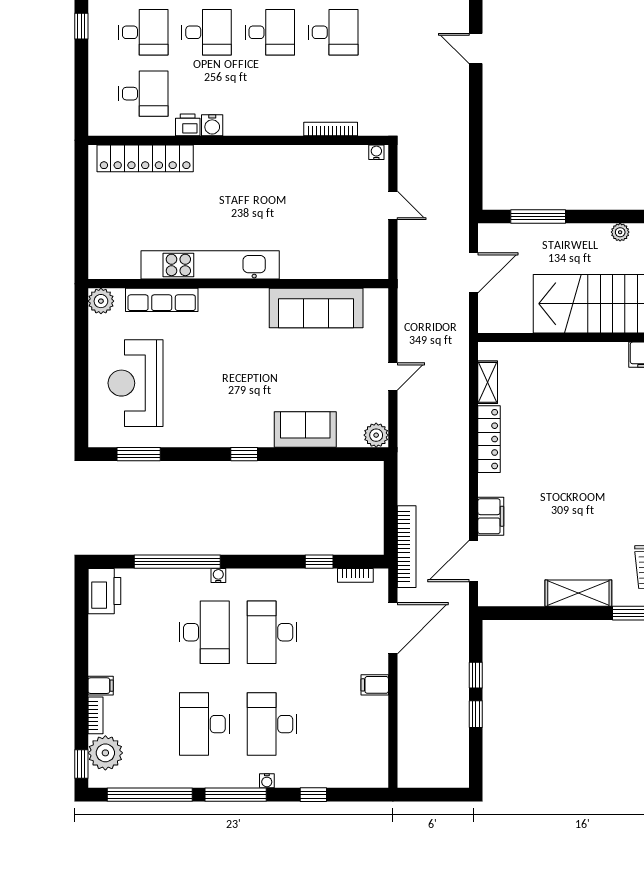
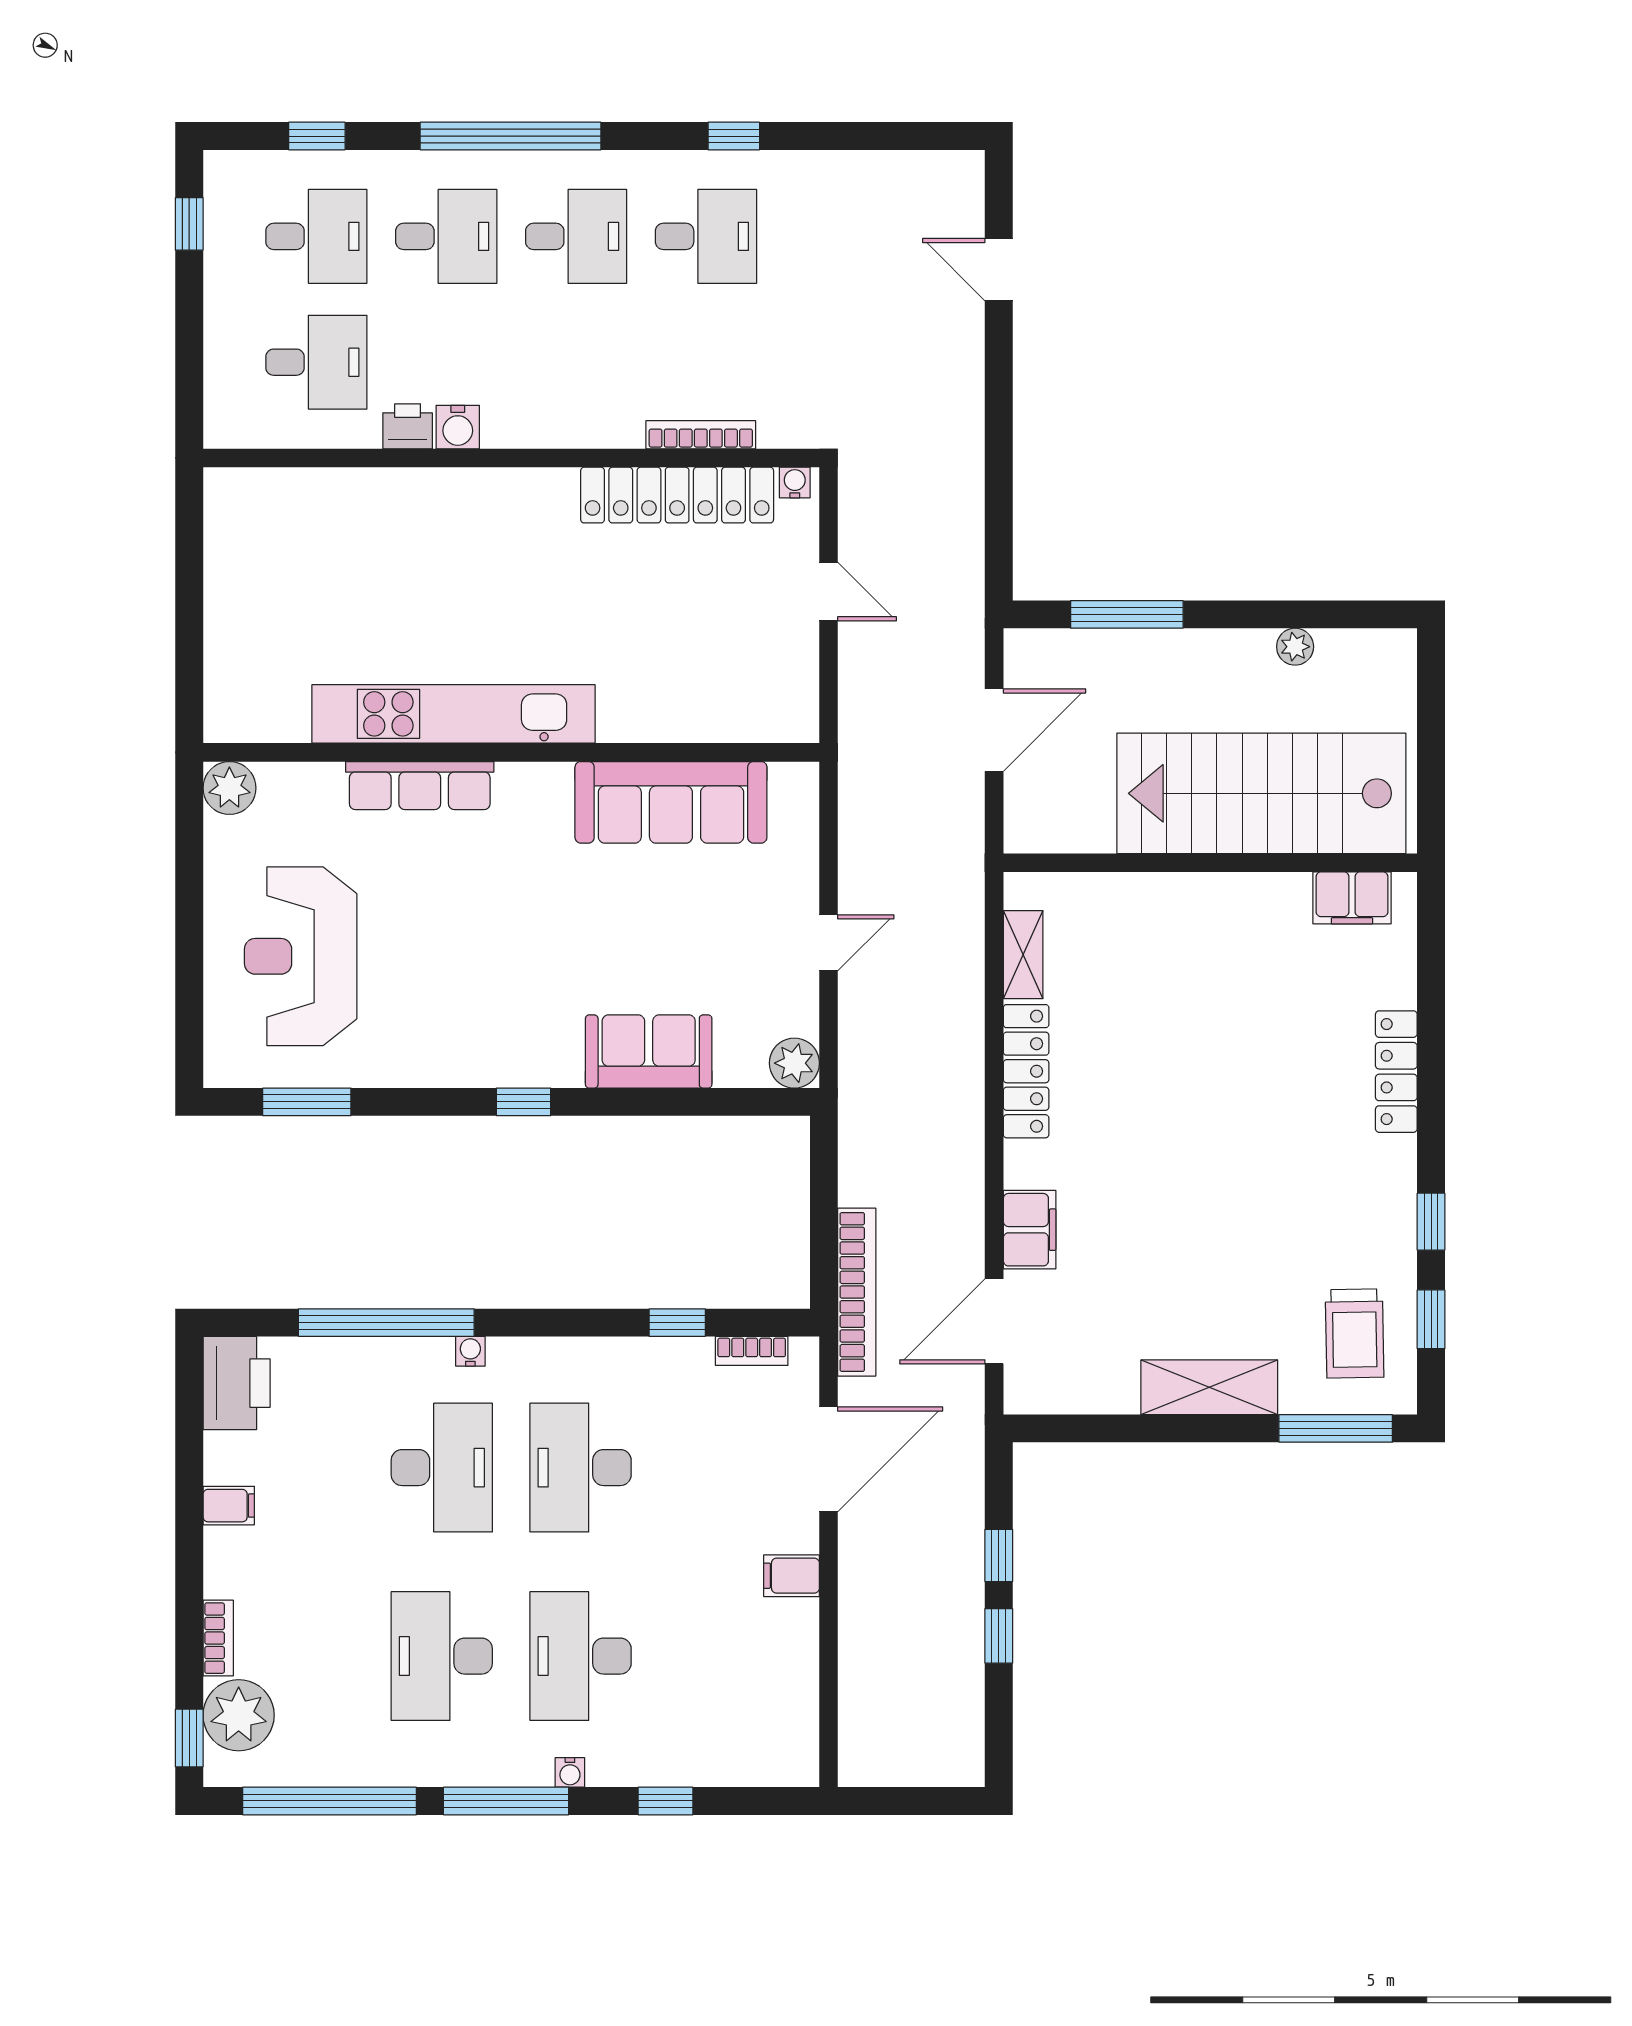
locker: (145, 158) -> (677, 495), moved
row of seats: (162, 300) -> (420, 786), moved
filing cabinet: (101, 686) -> (229, 1506), moved

